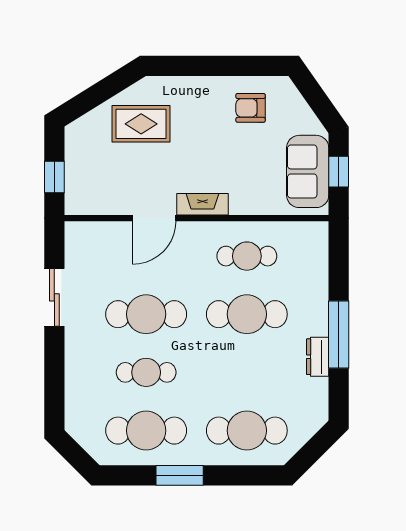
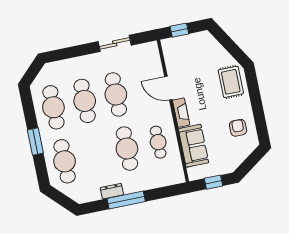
rug: (141, 124) -> (231, 82), moved
sofa: (308, 171) -> (193, 146), moved, turned 90
cafe table: (146, 372) -> (85, 101), width x1.37, depth x1.35
window: (180, 475) -> (35, 142), moved

